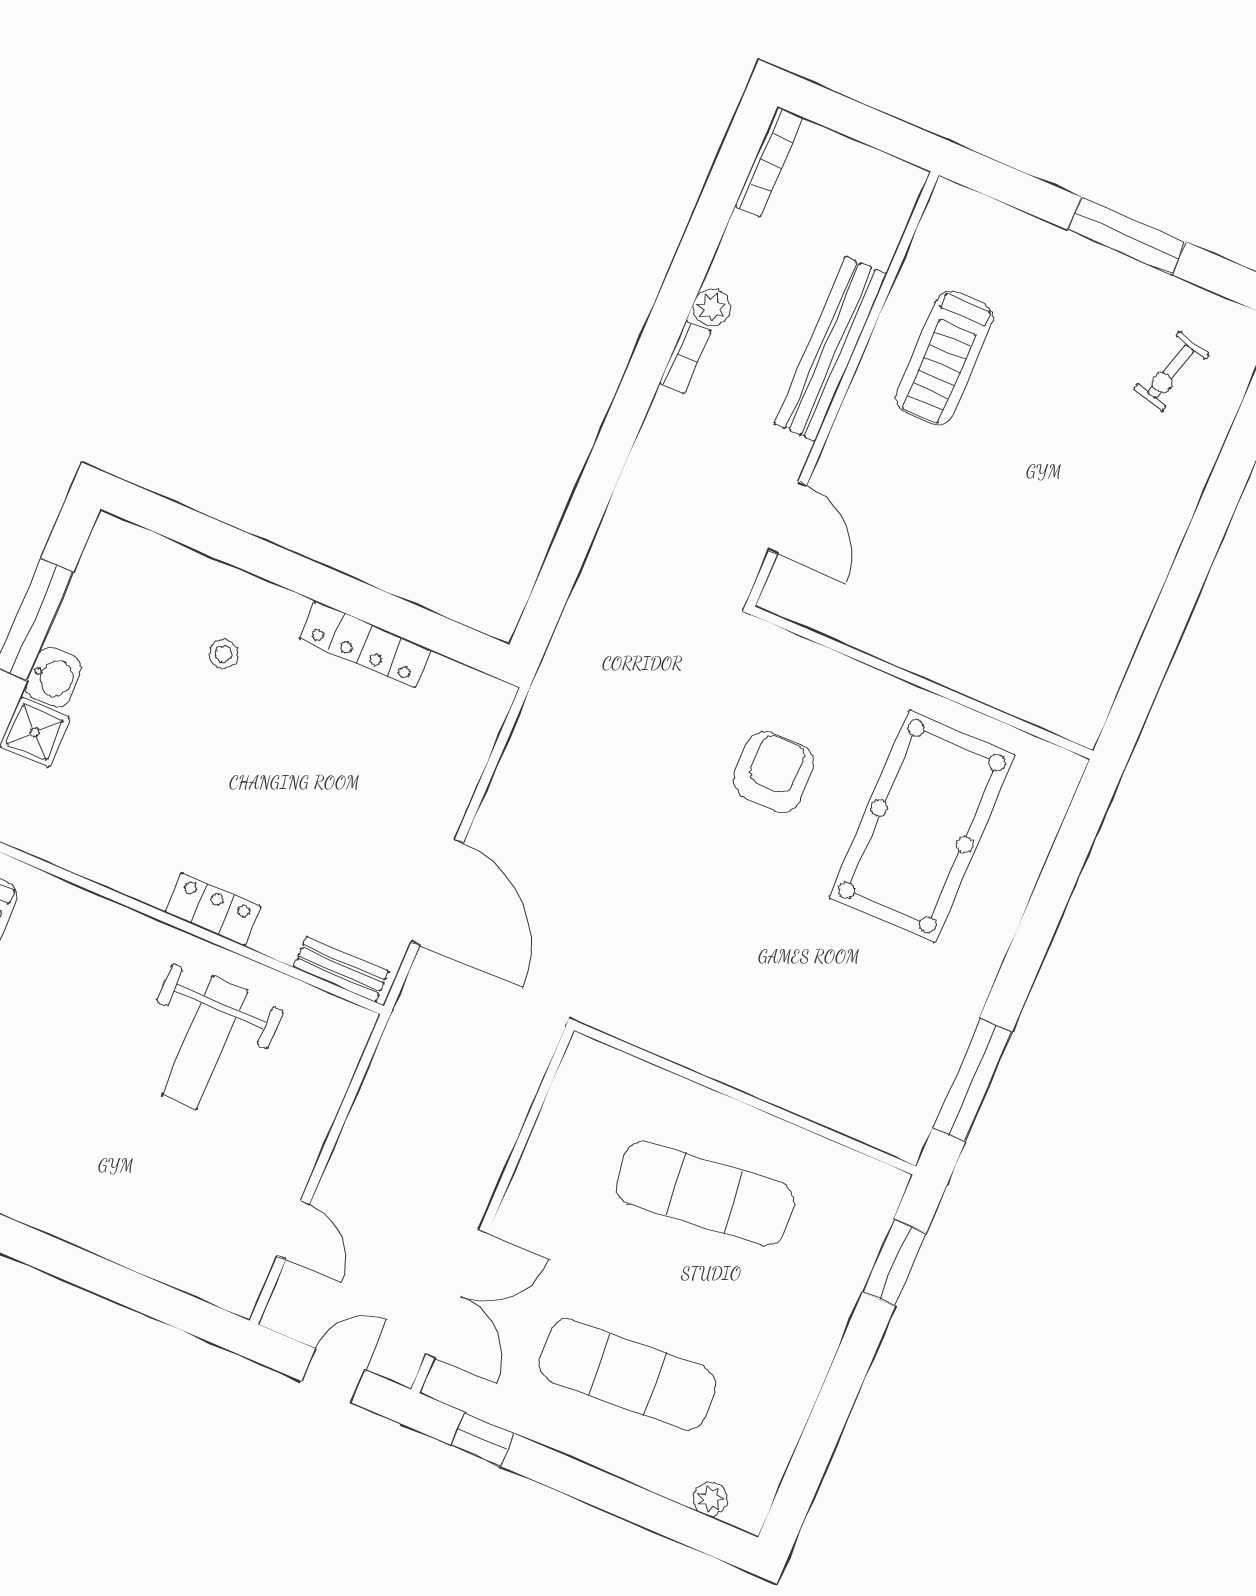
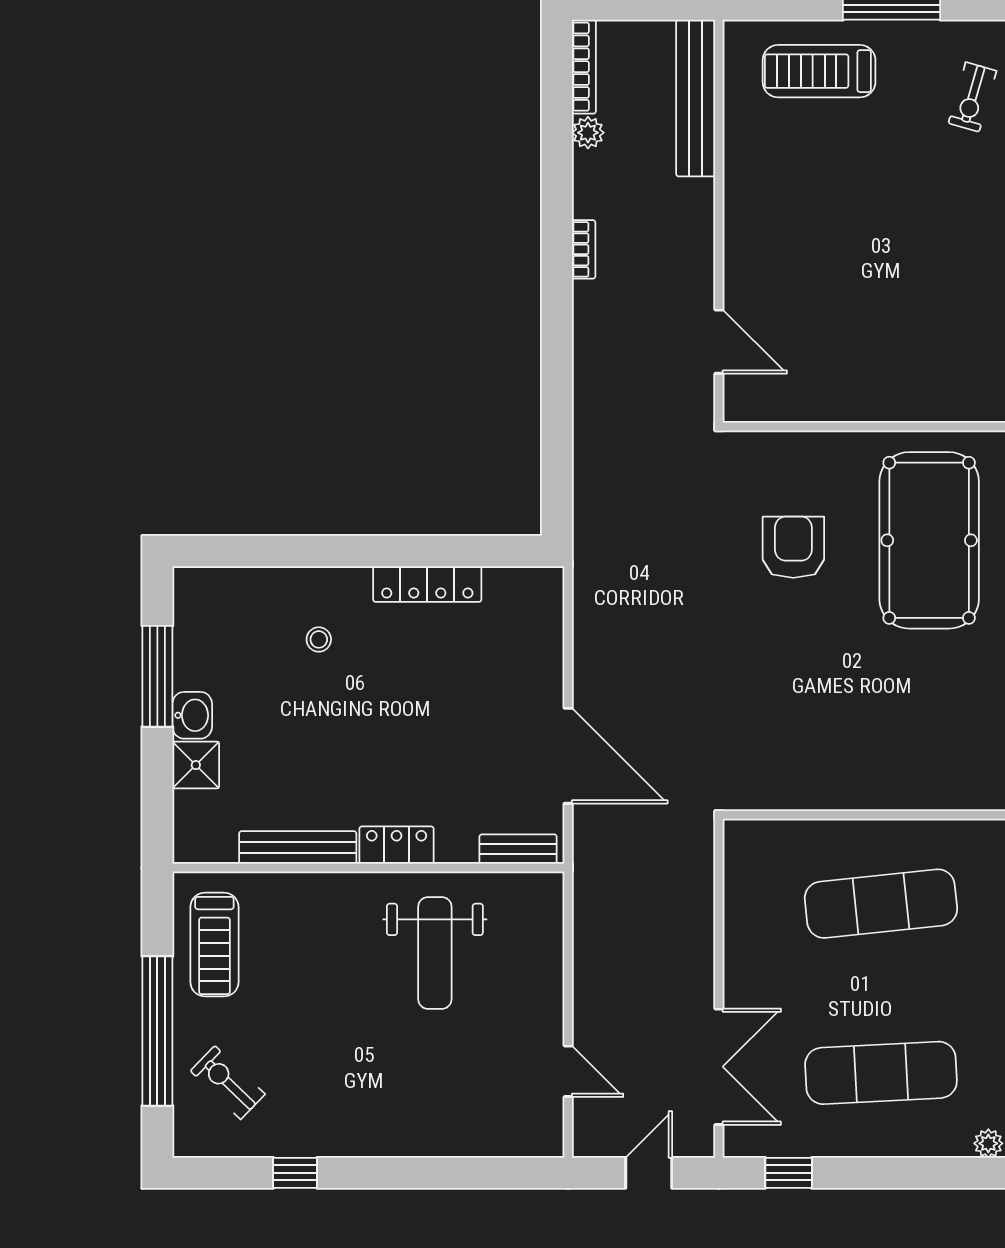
plant: (712, 307) -> (588, 133), moved
bench: (830, 349) -> (696, 98), moved
treadmill: (945, 358) -> (819, 71), moved, turned 90
bench: (106, 867) -> (298, 847), added

